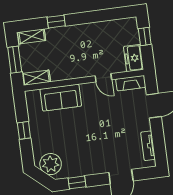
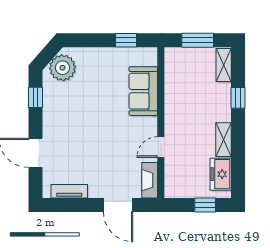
freezer: (133, 58) -> (221, 174), moved, turned -90
shelving: (36, 78) -> (224, 140), moved
window: (24, 130) -> (126, 40), moved

